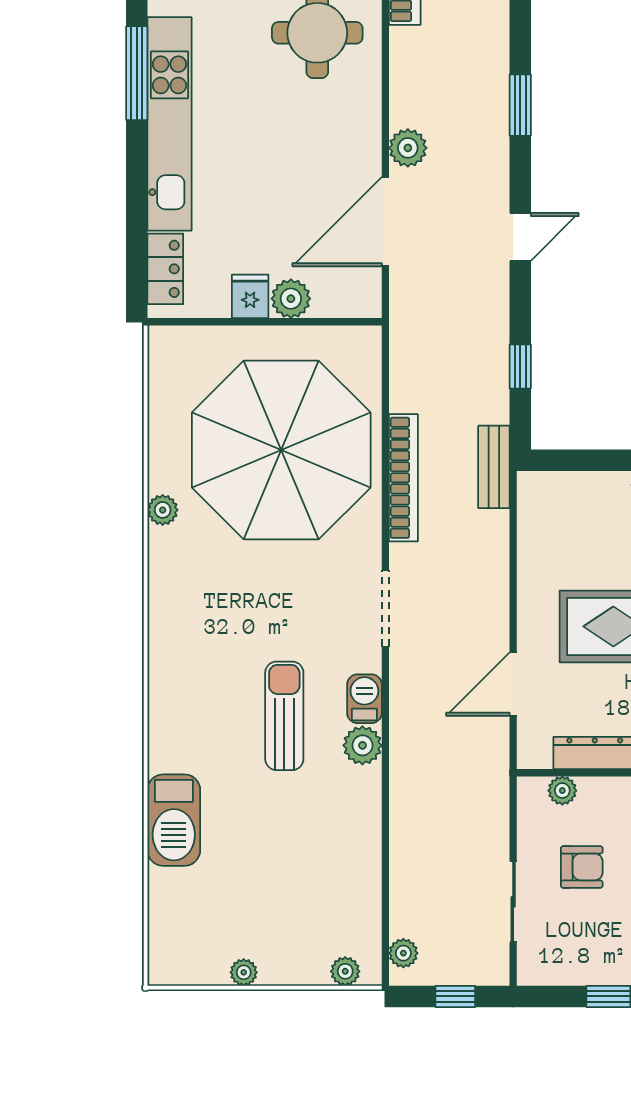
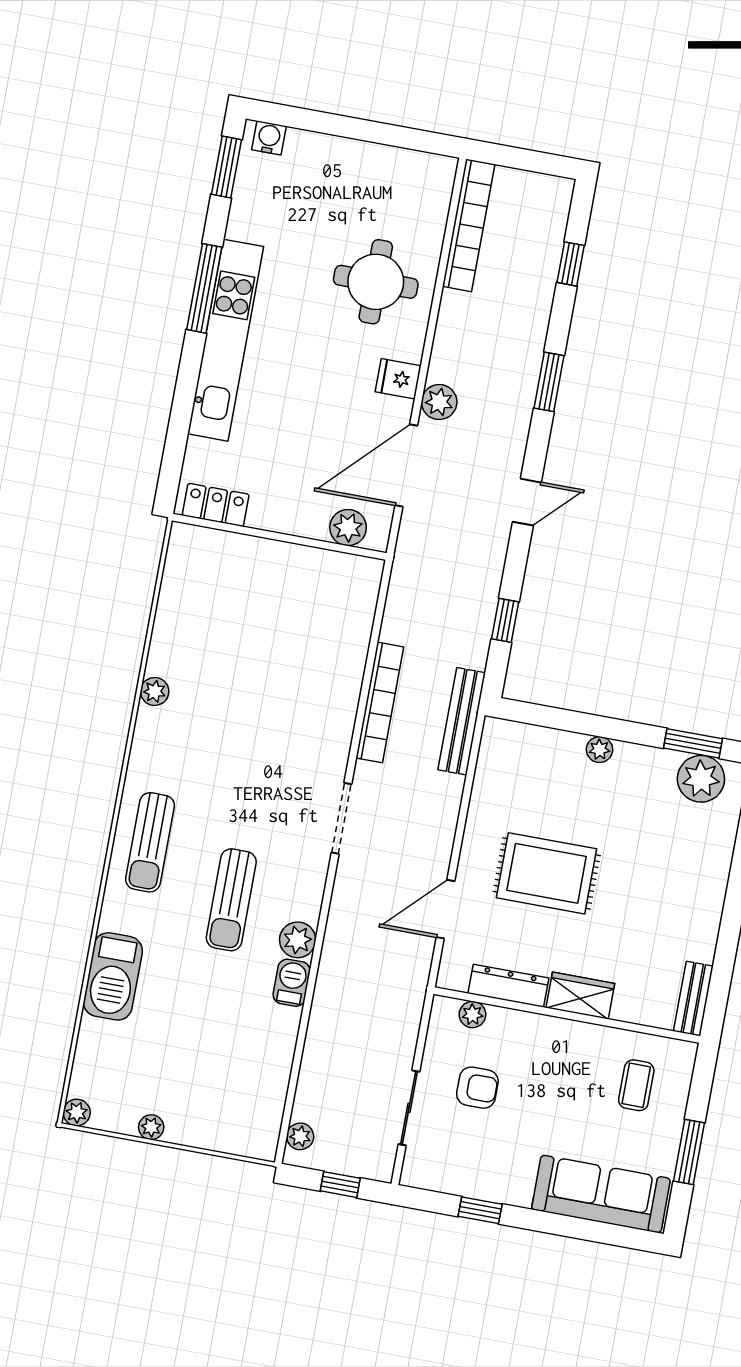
locker: (165, 269) -> (216, 505), moved, turned -90
fridge: (250, 296) -> (398, 379), moved, turned -90
plant: (291, 299) -> (348, 528), moved
parasol: (281, 450) -> (273, 657), removed
bench: (494, 467) -> (462, 721), width x1.36
sun lounger: (187, 671) -> (150, 842), added
barbecue: (364, 699) -> (292, 983), moved
sun lounger: (284, 716) -> (231, 900), turned 180
plant: (345, 971) -> (77, 1113), moved

